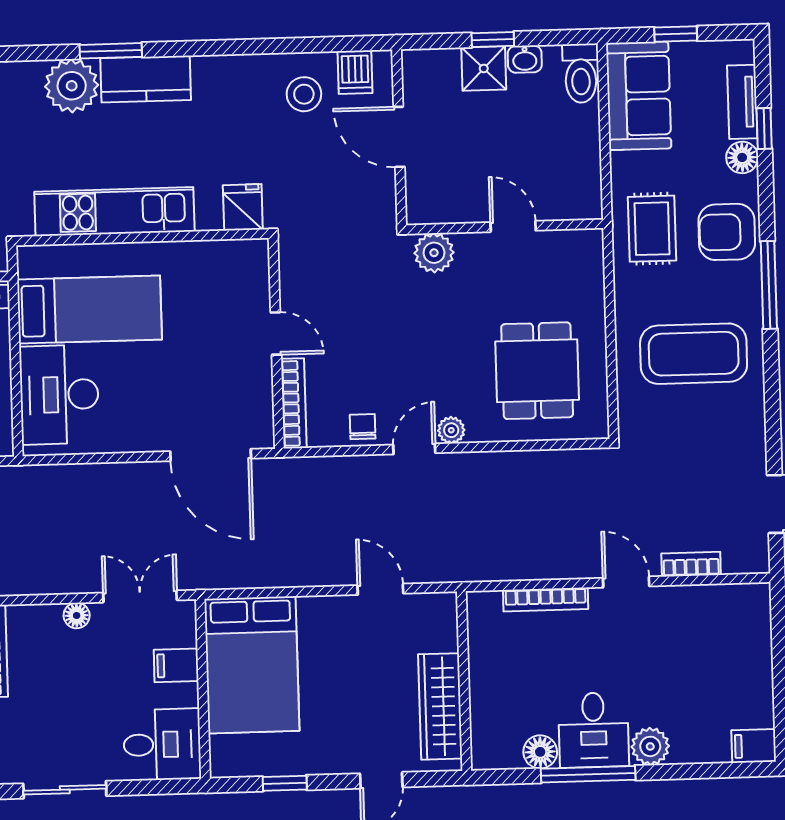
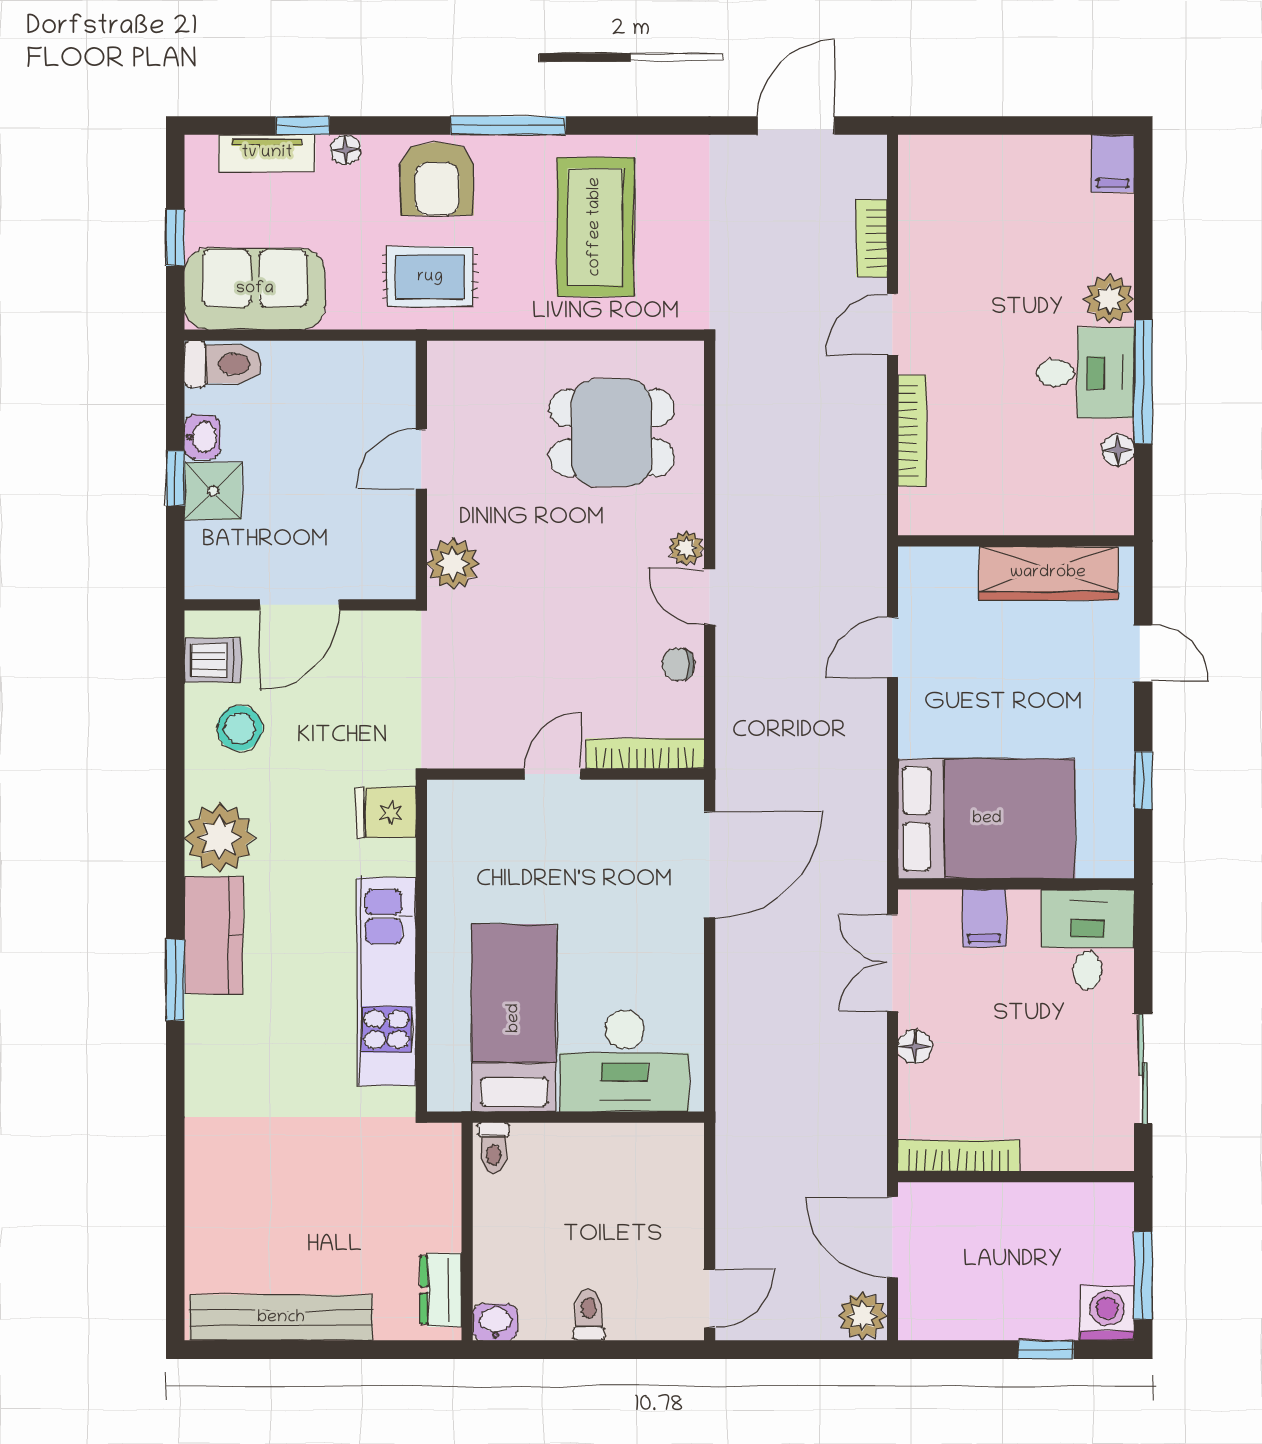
plant: (72, 86) -> (220, 838), moved
floor lamp: (742, 157) -> (345, 150), width x0.73, depth x0.73
floor lamp: (540, 752) -> (1118, 450), width x0.73, depth x0.73

